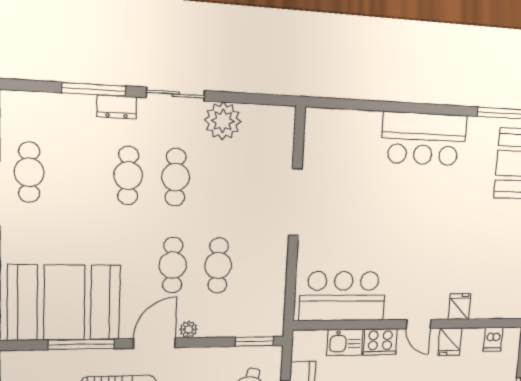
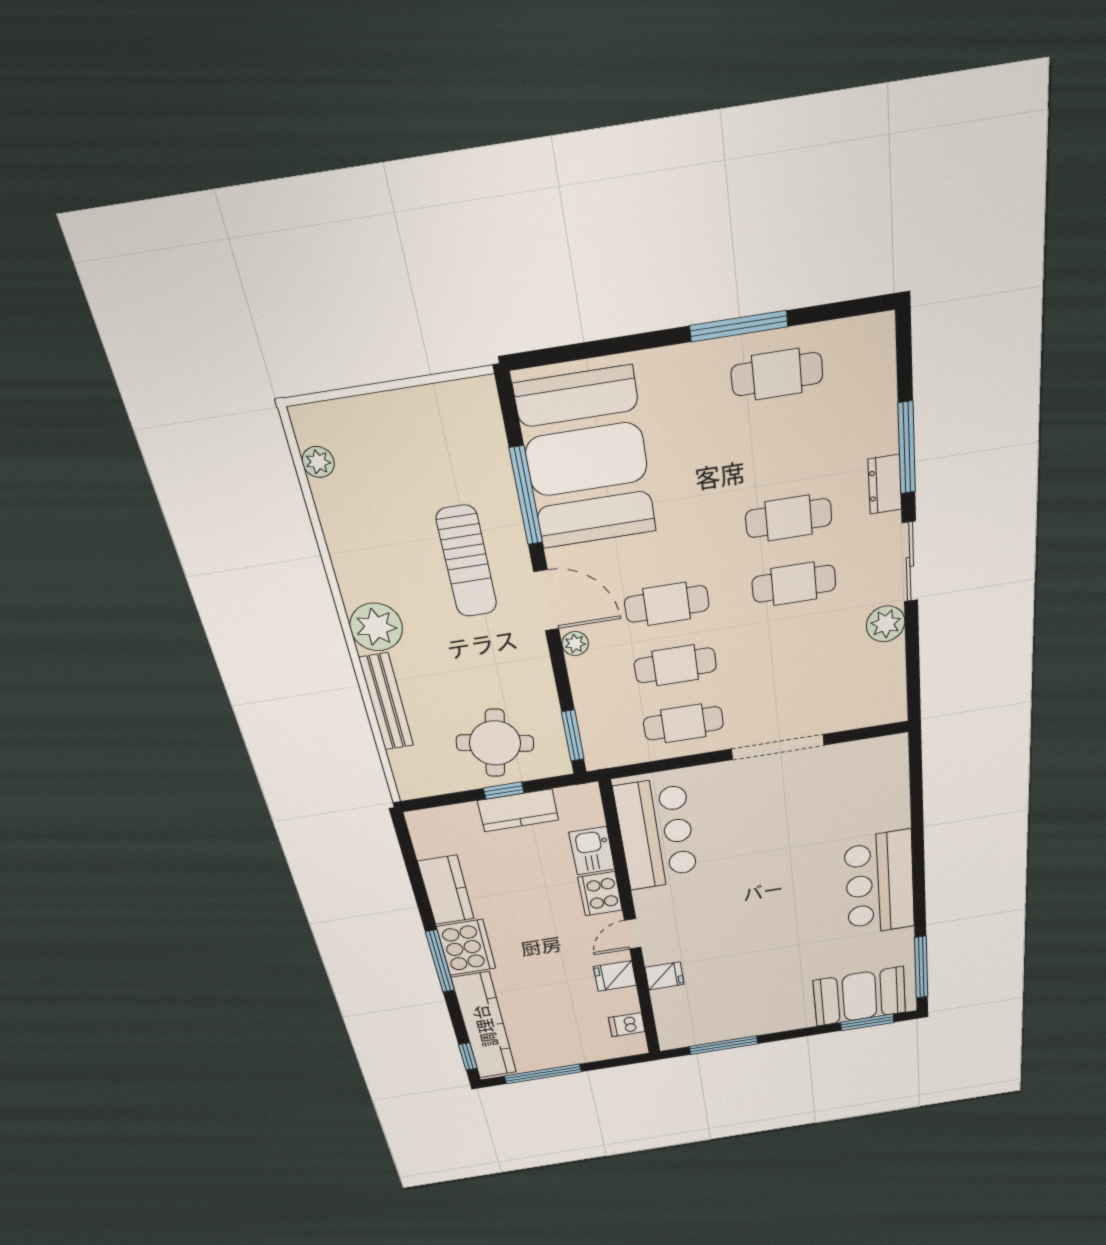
plant: (223, 121) -> (886, 624), width x0.73, depth x0.73
cafe table: (262, 266) -> (683, 723), added

